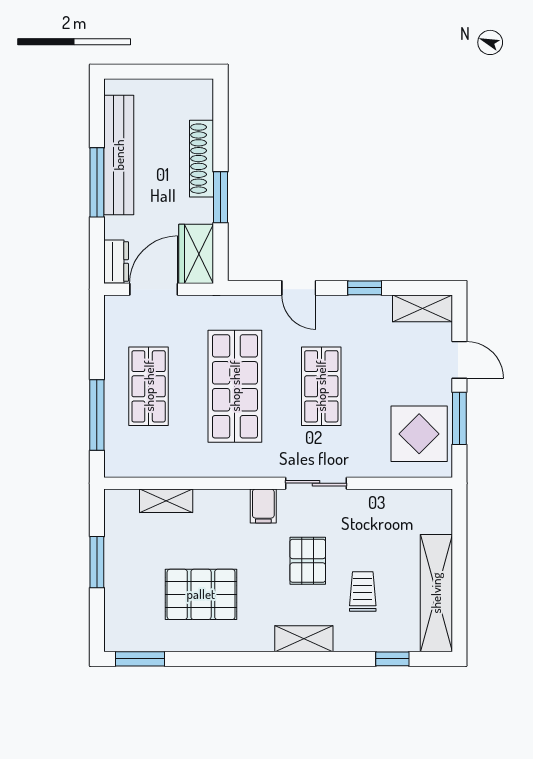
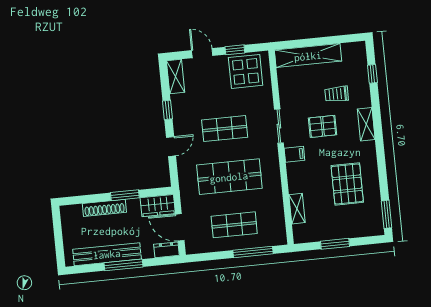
door: (459, 360) -> (202, 53), hinge flipped
window: (459, 418) -> (235, 50), width x0.67
shelving: (436, 593) -> (308, 56), moved

